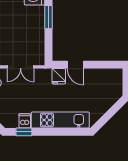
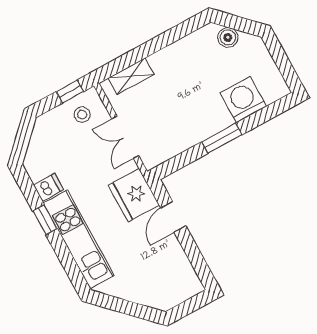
fridge: (59, 76) -> (134, 195), width x1.88, depth x1.34
window: (24, 132) -> (45, 220), moved

